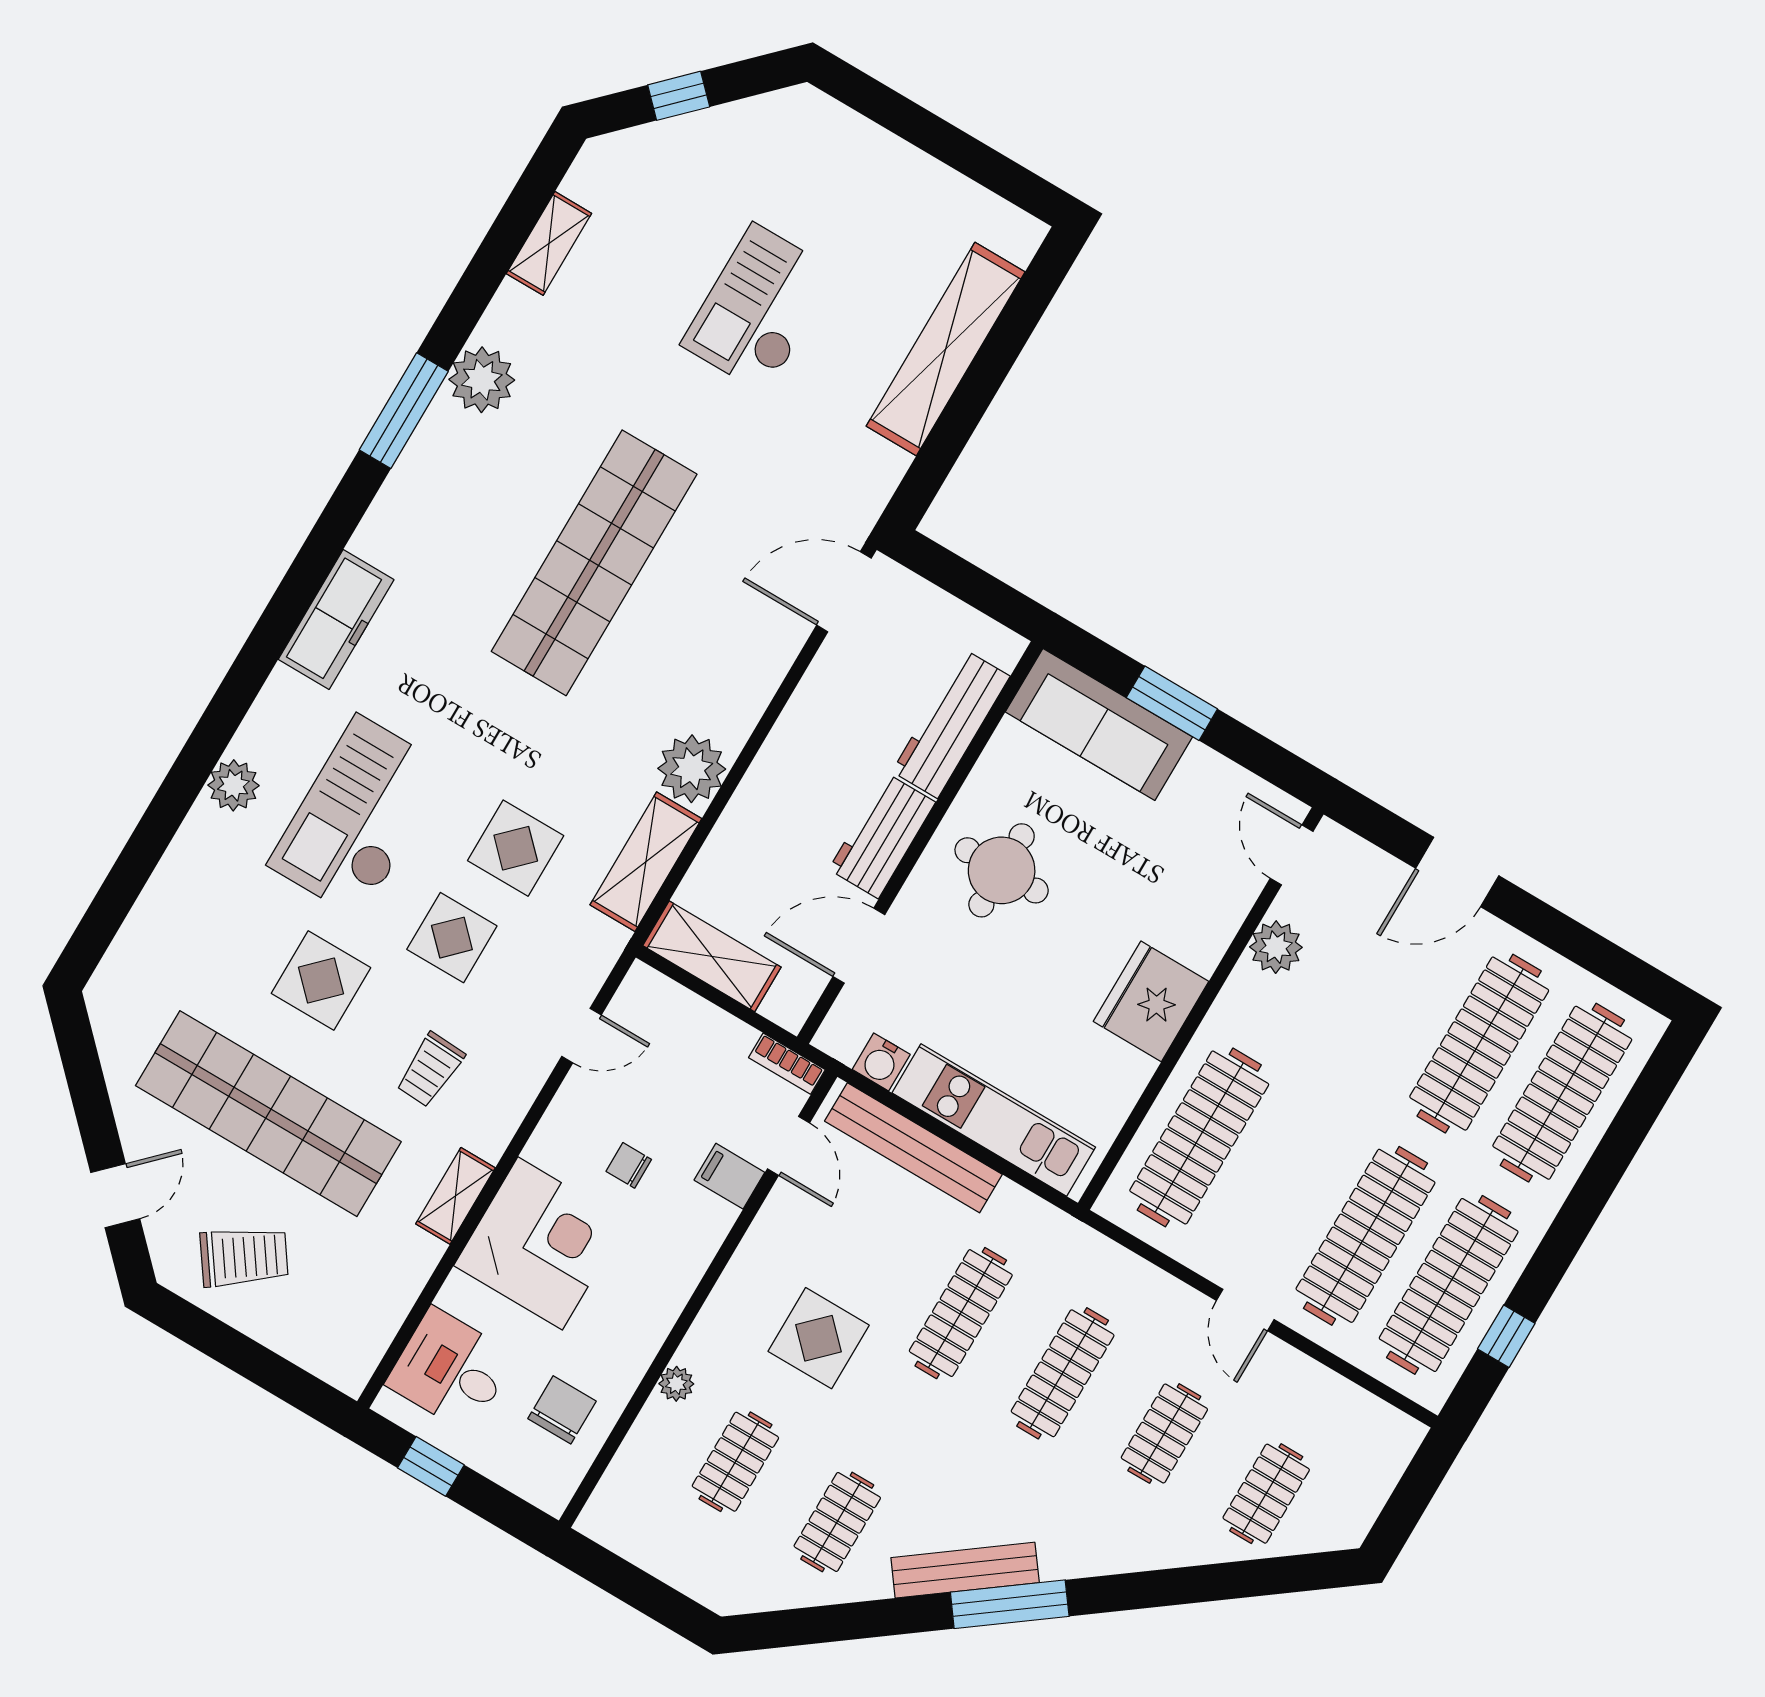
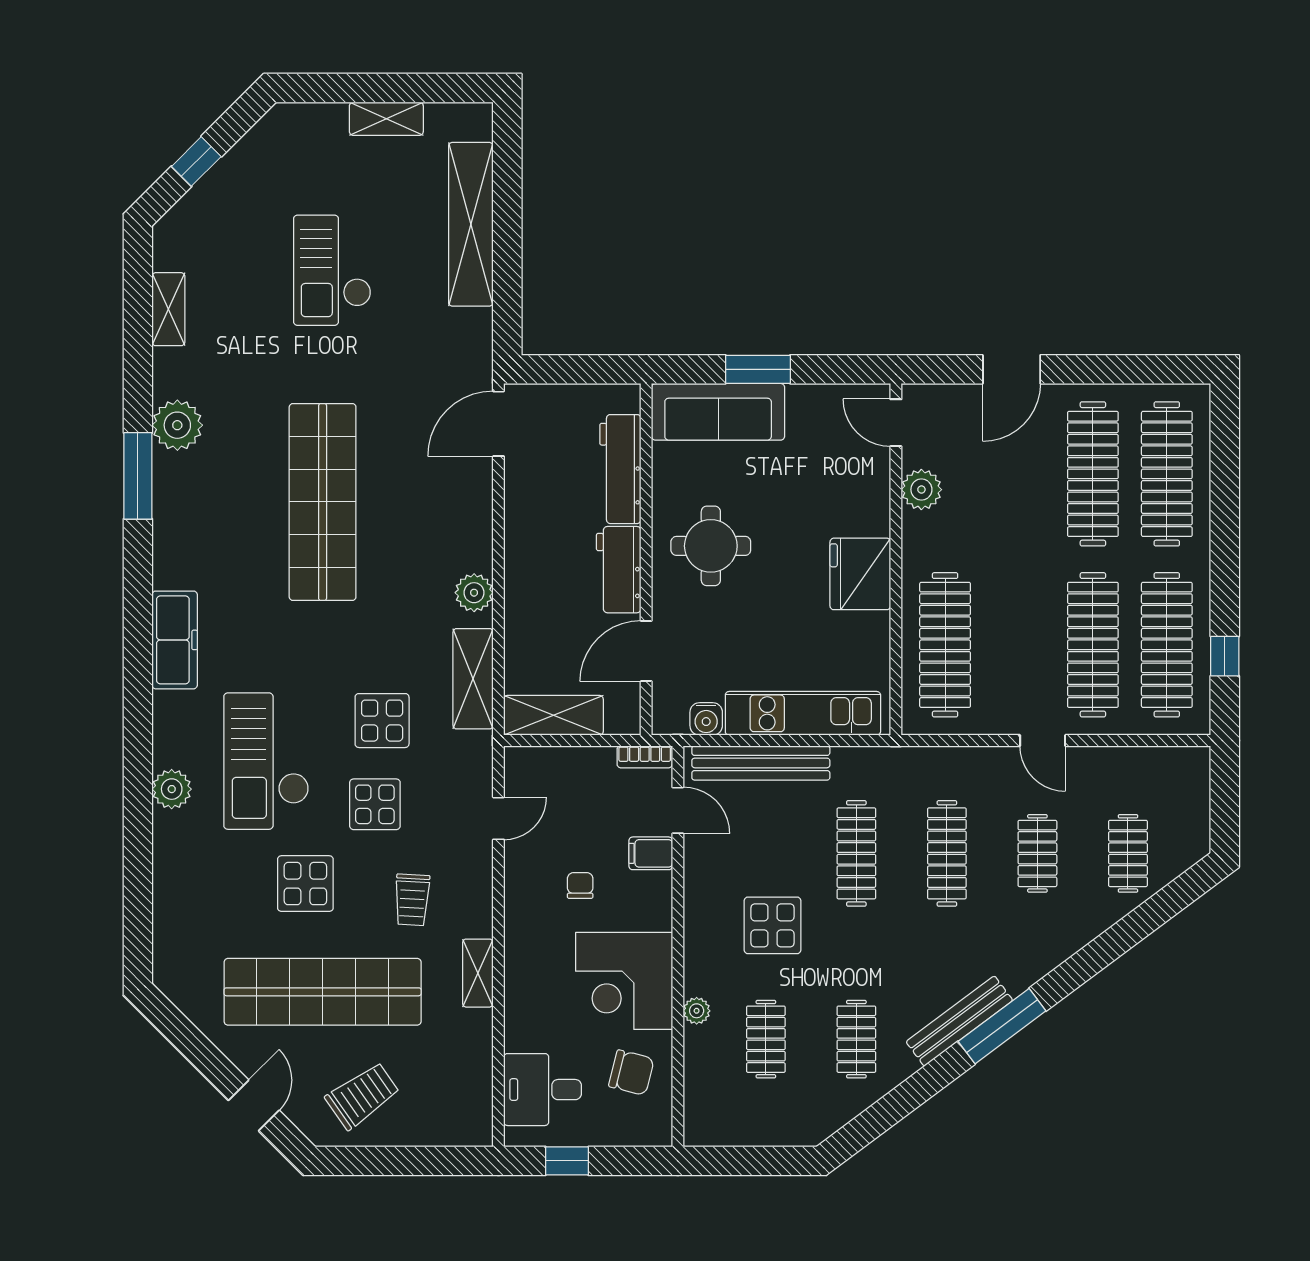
shelving: (921, 174) -> (386, 119), added
plant: (692, 769) -> (474, 593), width x0.73, depth x0.73
chair: (629, 1165) -> (580, 885), turned 90
corner desk: (540, 1243) -> (624, 981), moved, turned 180
chair: (562, 1410) -> (631, 1073), turned 104

